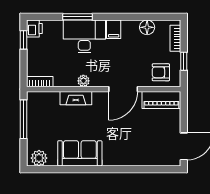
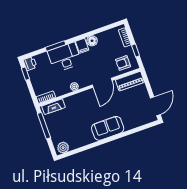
floor lamp: (147, 27) -> (92, 41), moved
fireplace: (76, 98) -> (54, 107), moved
sofa: (80, 153) -> (108, 128), moved

